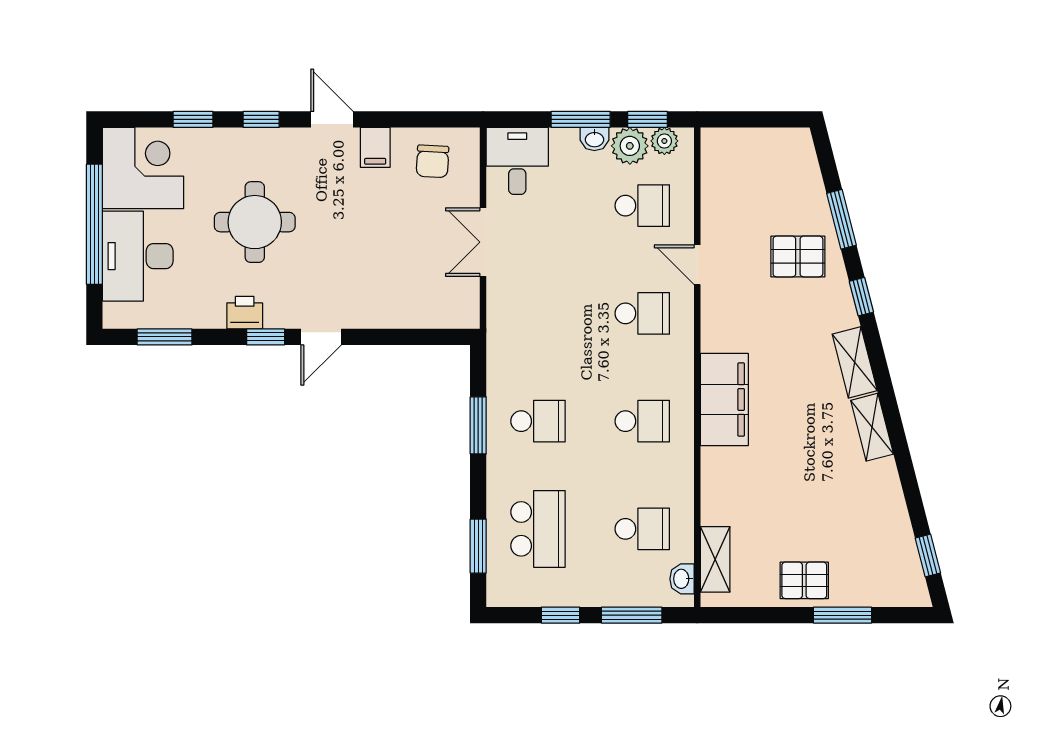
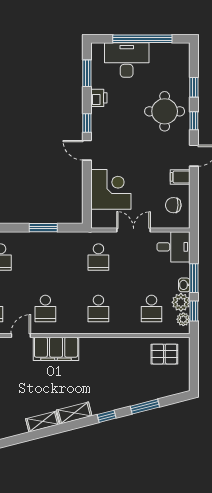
corner desk: (143, 168) -> (111, 189), moved, turned -90
round table: (255, 222) -> (165, 111), moved
pallet: (798, 256) -> (164, 354), moved, turned 90
door: (697, 265) -> (21, 336), moved
printer: (245, 313) -> (99, 98), moved
school desk: (538, 421) -> (98, 257), moved

